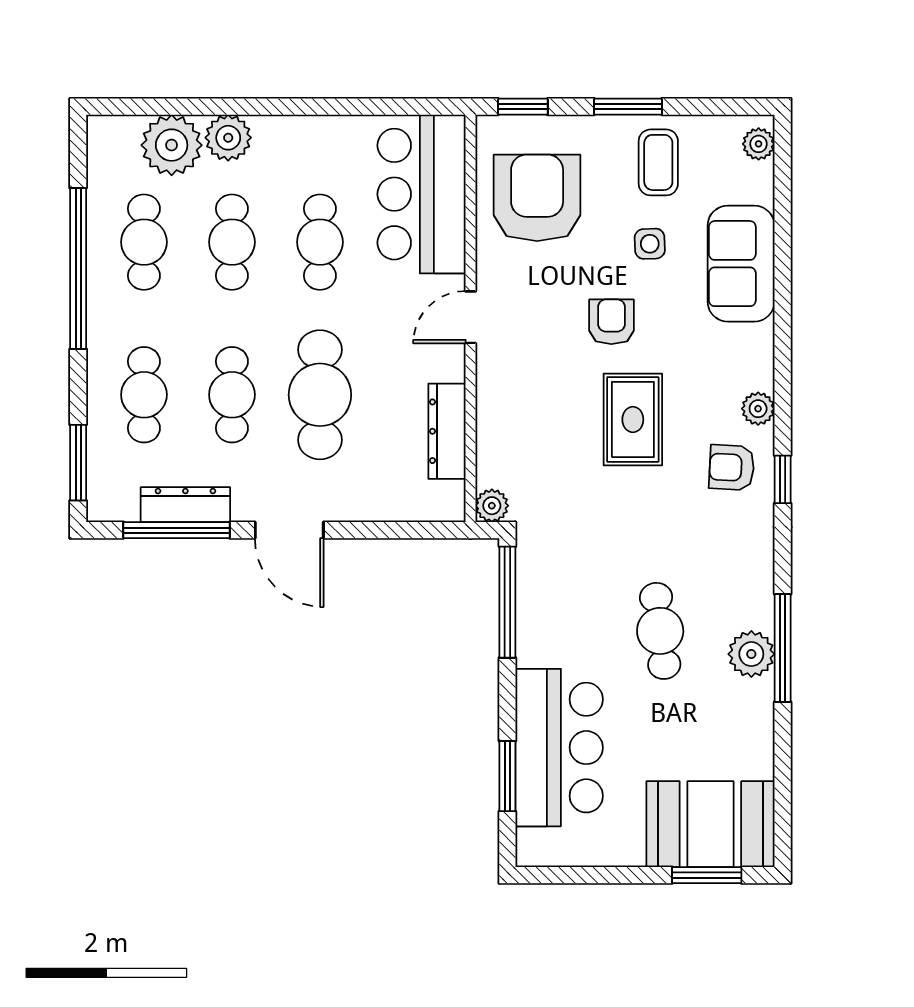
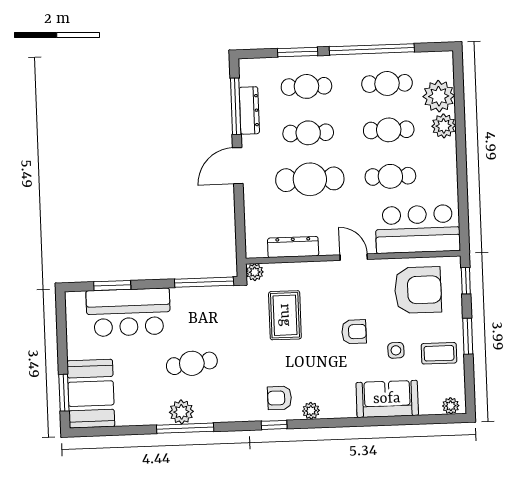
rug: (633, 419) -> (285, 315), moved, turned 90
window: (78, 463) -> (298, 52), moved
armchair: (732, 467) -> (279, 398), turned -93

